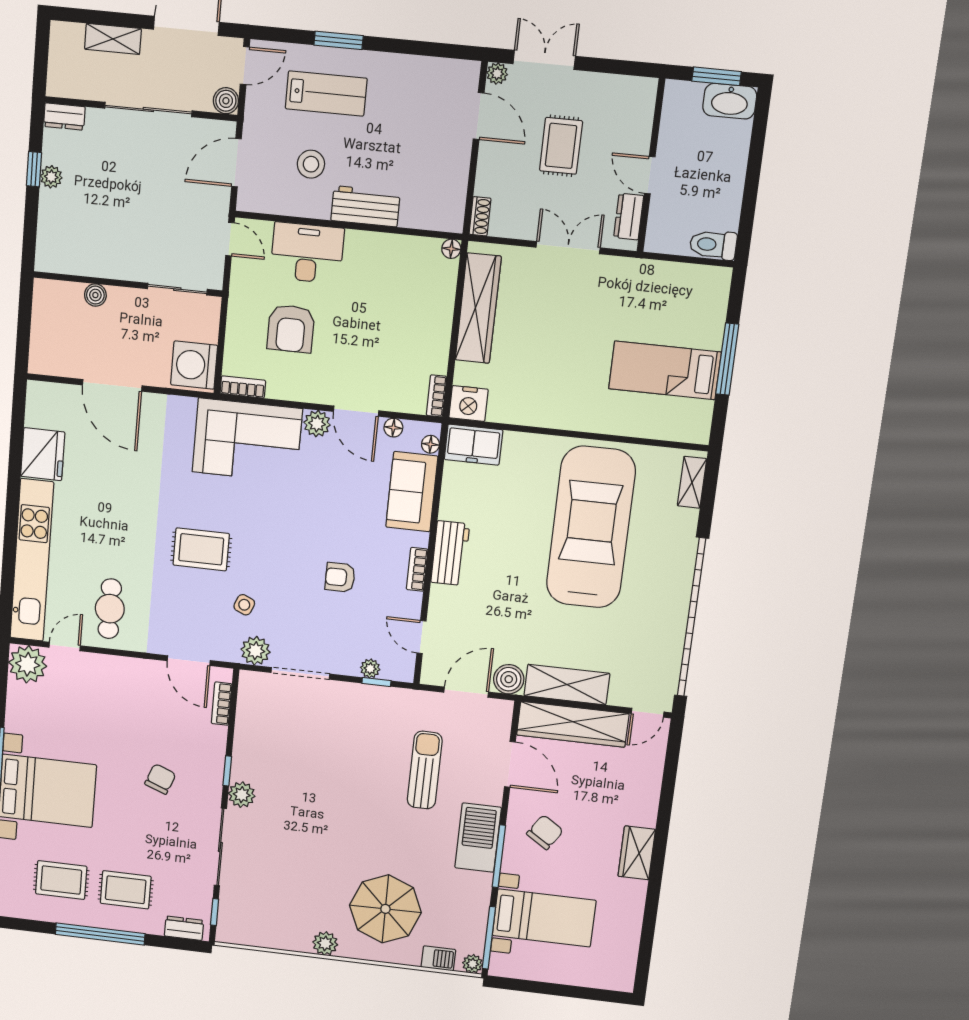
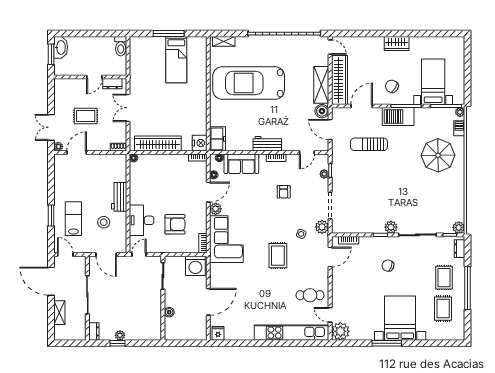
boiler: (226, 101) -> (81, 261), removed
fridge: (43, 454) -> (218, 333), moved, width x0.53, depth x0.75
plant: (325, 943) -> (459, 227), moved

